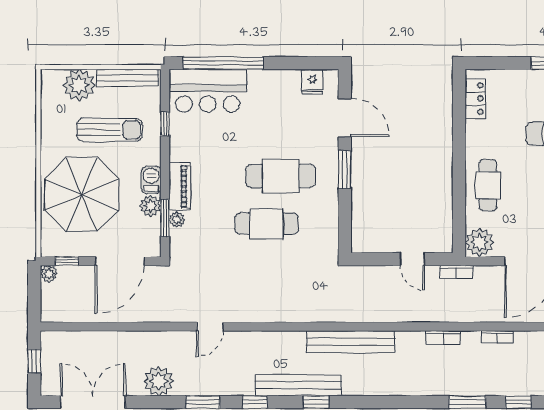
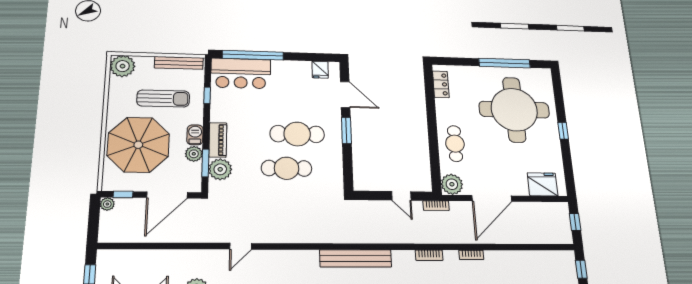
plant: (79, 85) -> (123, 66), moved
plant: (177, 220) -> (220, 169), width x1.88, depth x1.88

